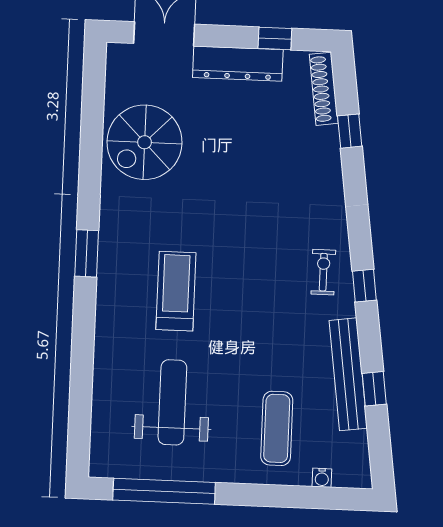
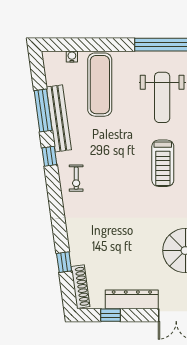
window: (364, 286) -> (49, 156), moved
window: (374, 389) -> (43, 110), width x2.17
exercise mat: (277, 428) -> (100, 85), width x1.36, depth x1.45

